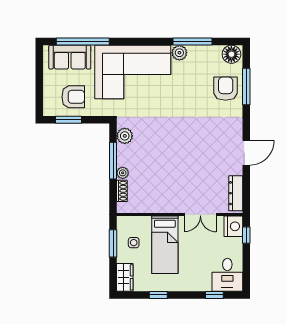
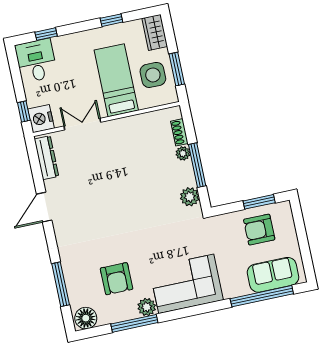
corner sofa: (133, 72) -> (186, 284), width x0.73, depth x0.74
armchair: (226, 89) -> (117, 279), moved
side table: (134, 243) -> (153, 75), width x1.87, depth x1.87

